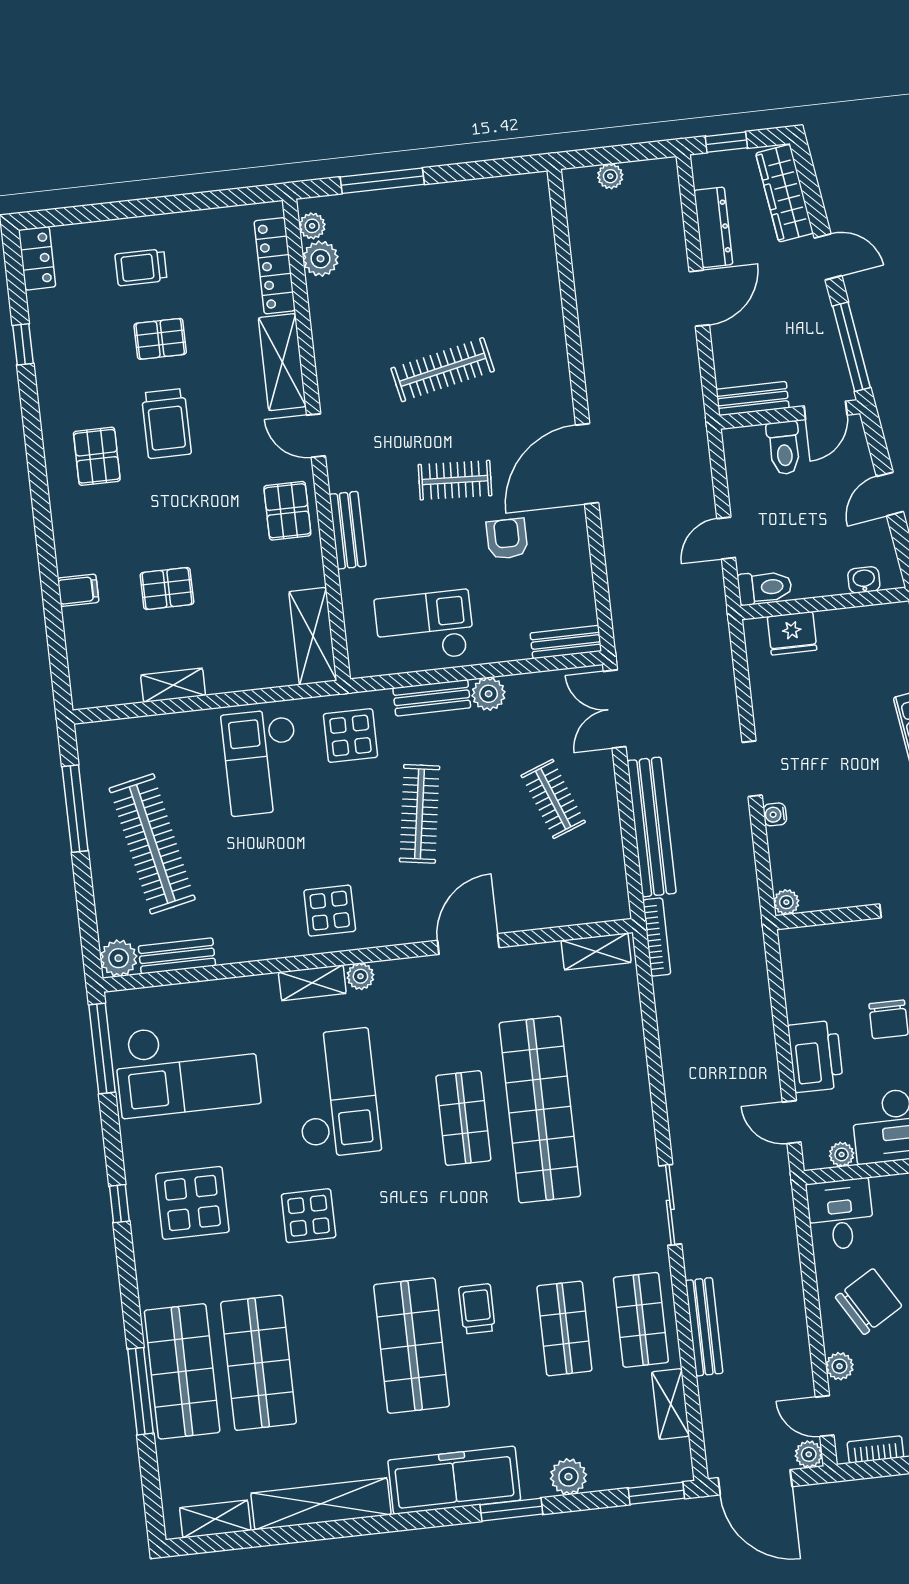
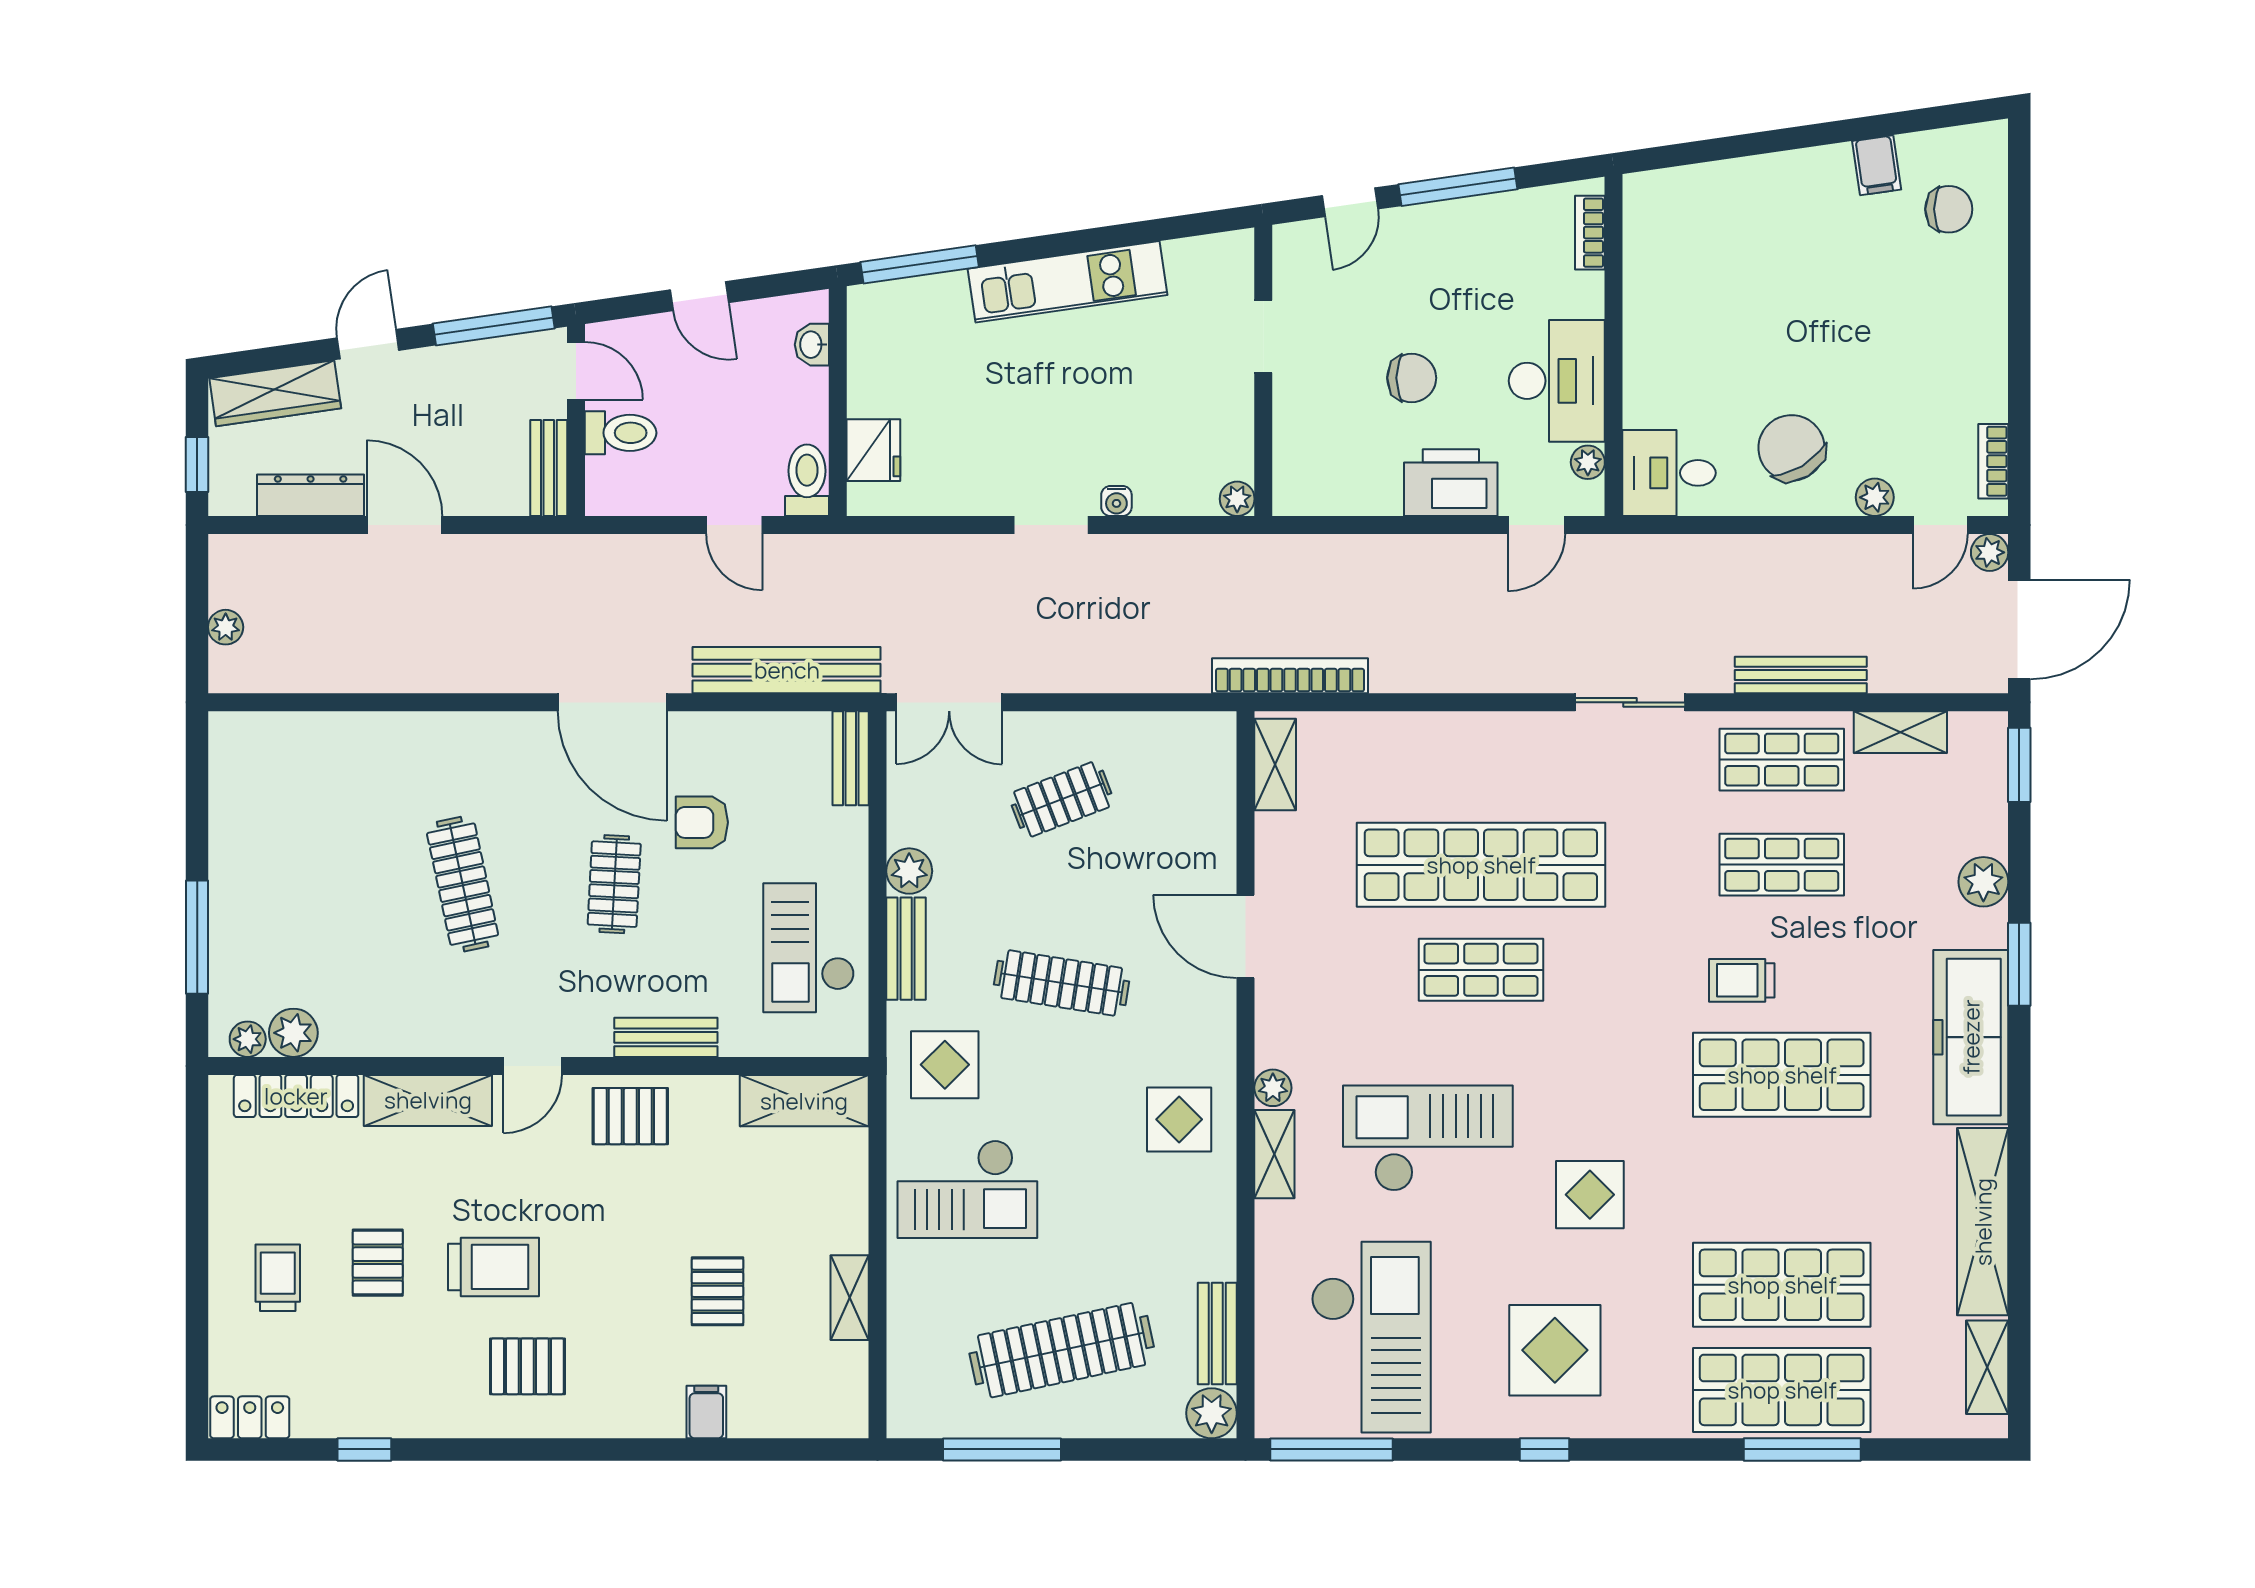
trolley: (141, 267) -> (278, 1278), turned 180
bench: (652, 827) -> (787, 670), moved
bookcase: (657, 937) -> (1290, 676), width x1.48, depth x1.31

